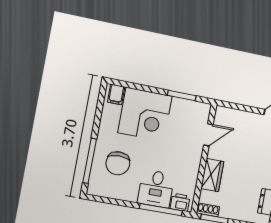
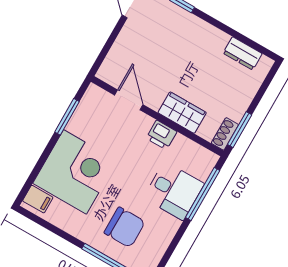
printer: (180, 202) -> (161, 135), moved, turned -90

